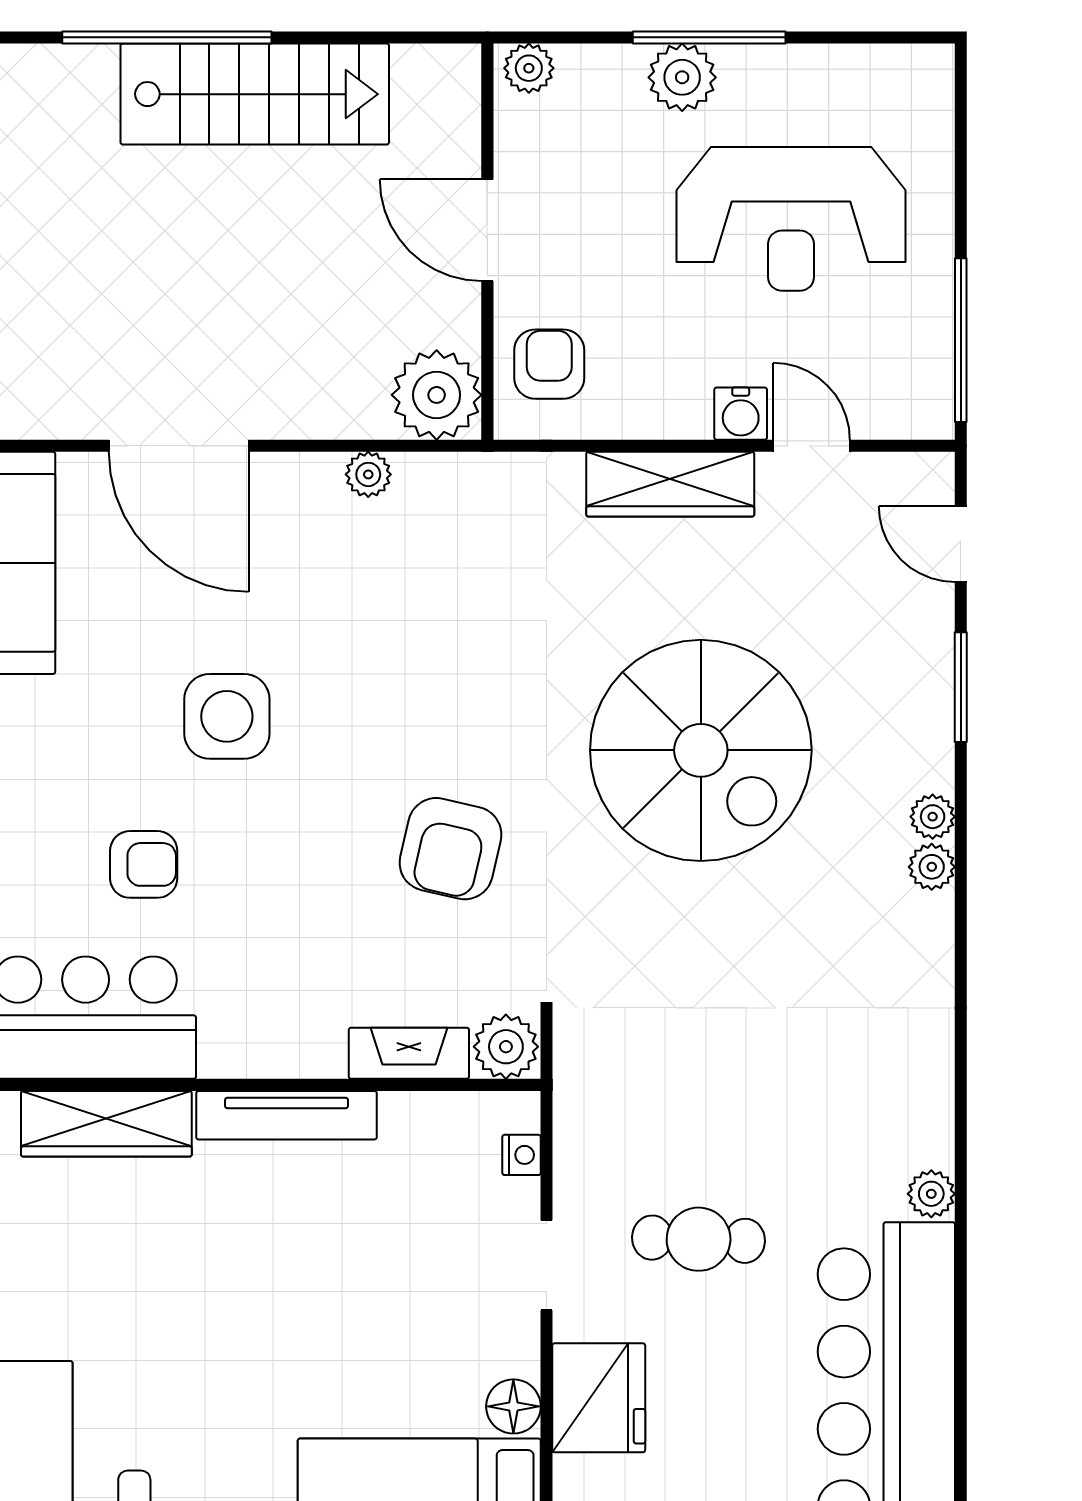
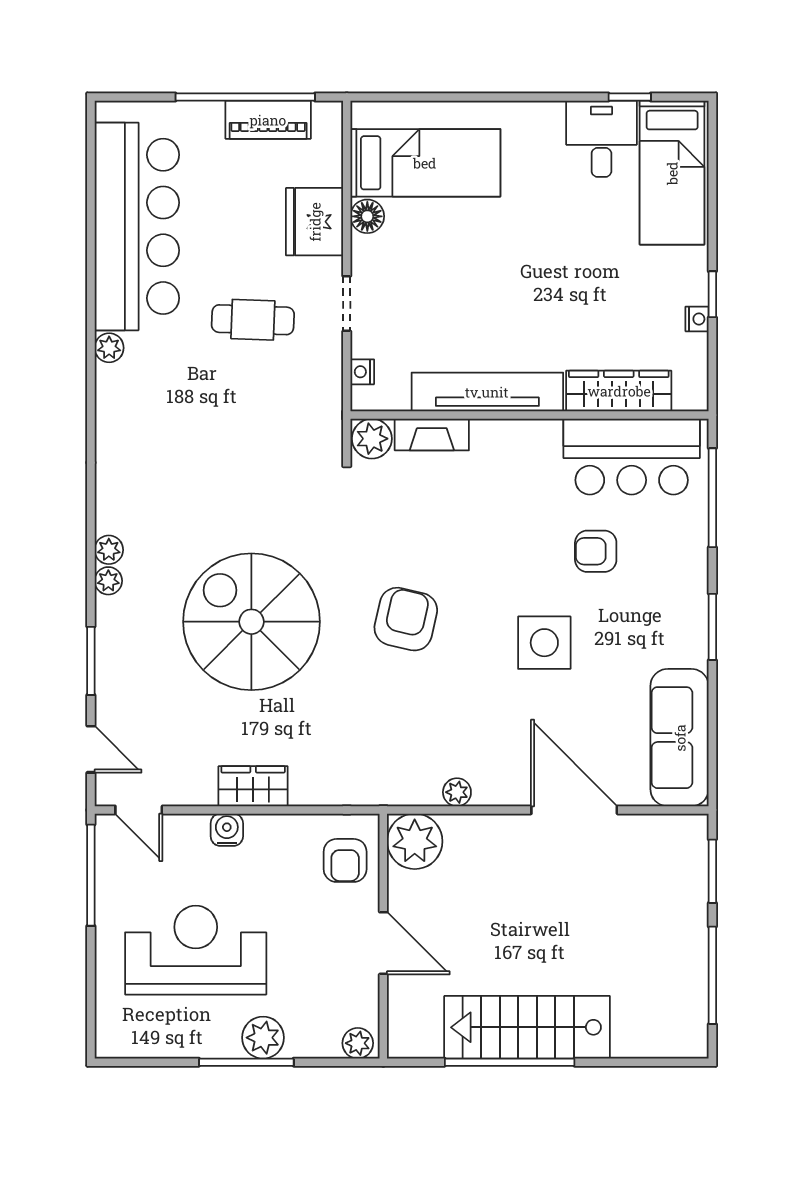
window: (167, 37) -> (510, 1062), moved
door: (812, 446) -> (139, 810), moved
wardrobe: (670, 484) -> (253, 786), width x0.67
armchair: (450, 849) -> (406, 619), moved
tv unit: (287, 1115) -> (487, 392), width x1.36, depth x1.29

